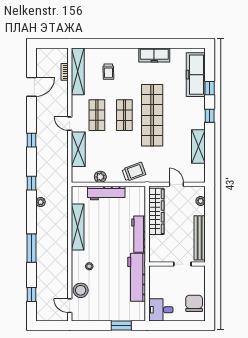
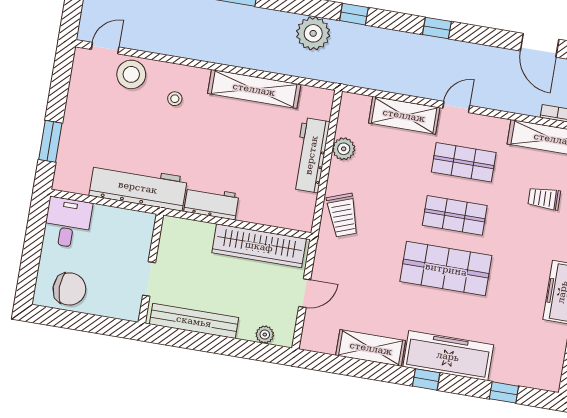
freezer: (196, 75) -> (448, 356), moved
window: (210, 88) -> (504, 392), moved
shop shelf: (152, 115) -> (446, 269), width x0.71
plant: (41, 202) -> (313, 33), width x1.87, depth x1.87
workbench: (139, 234) -> (211, 203), width x0.73

